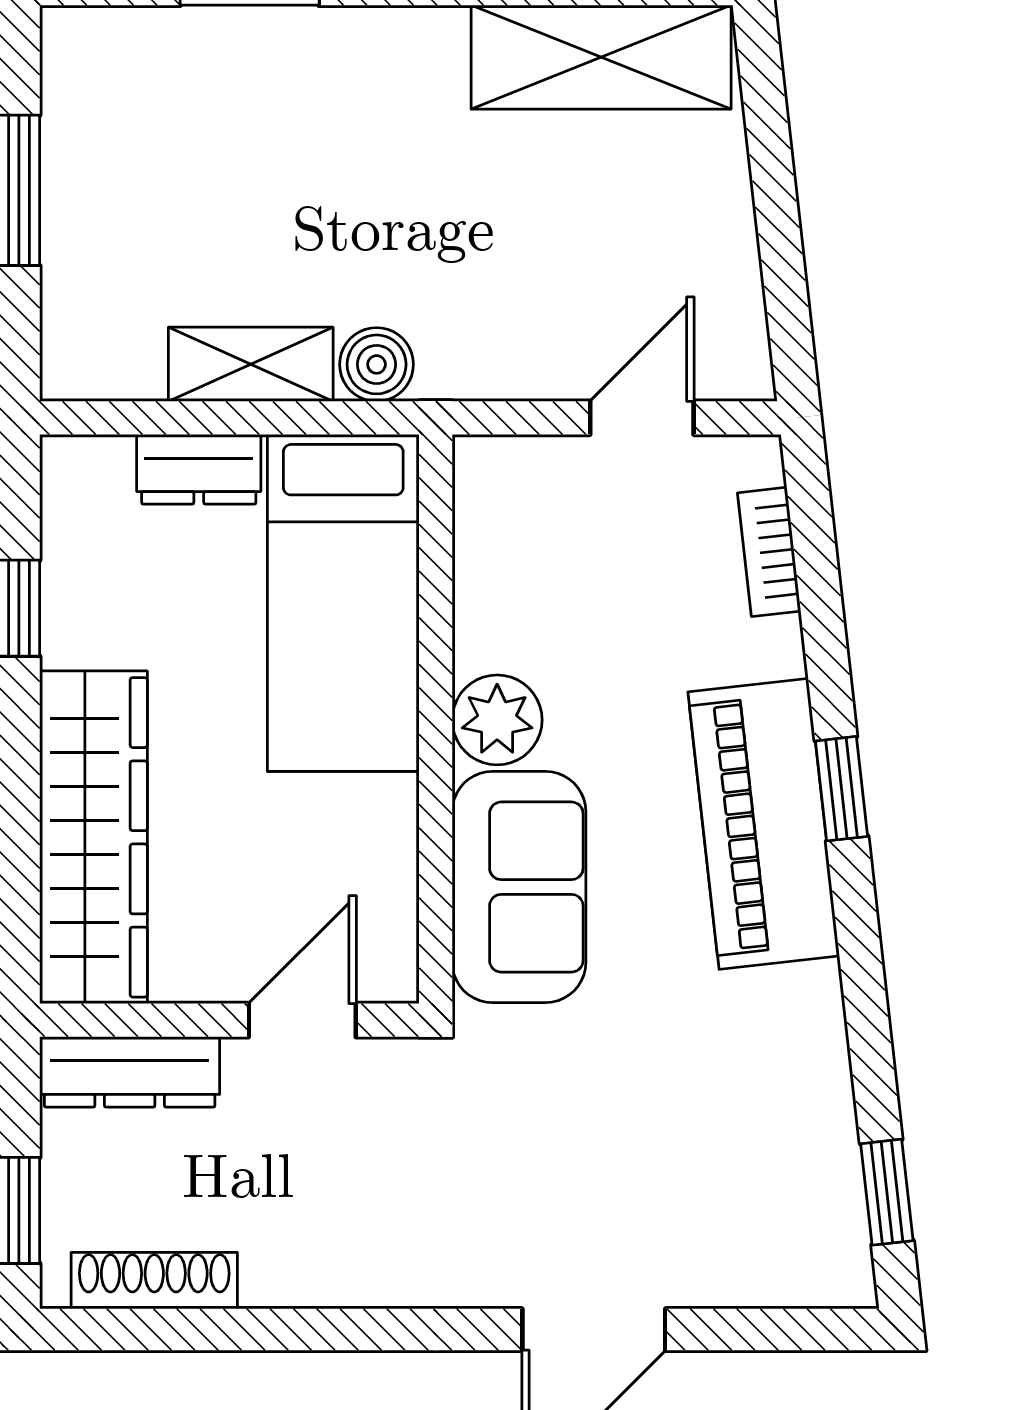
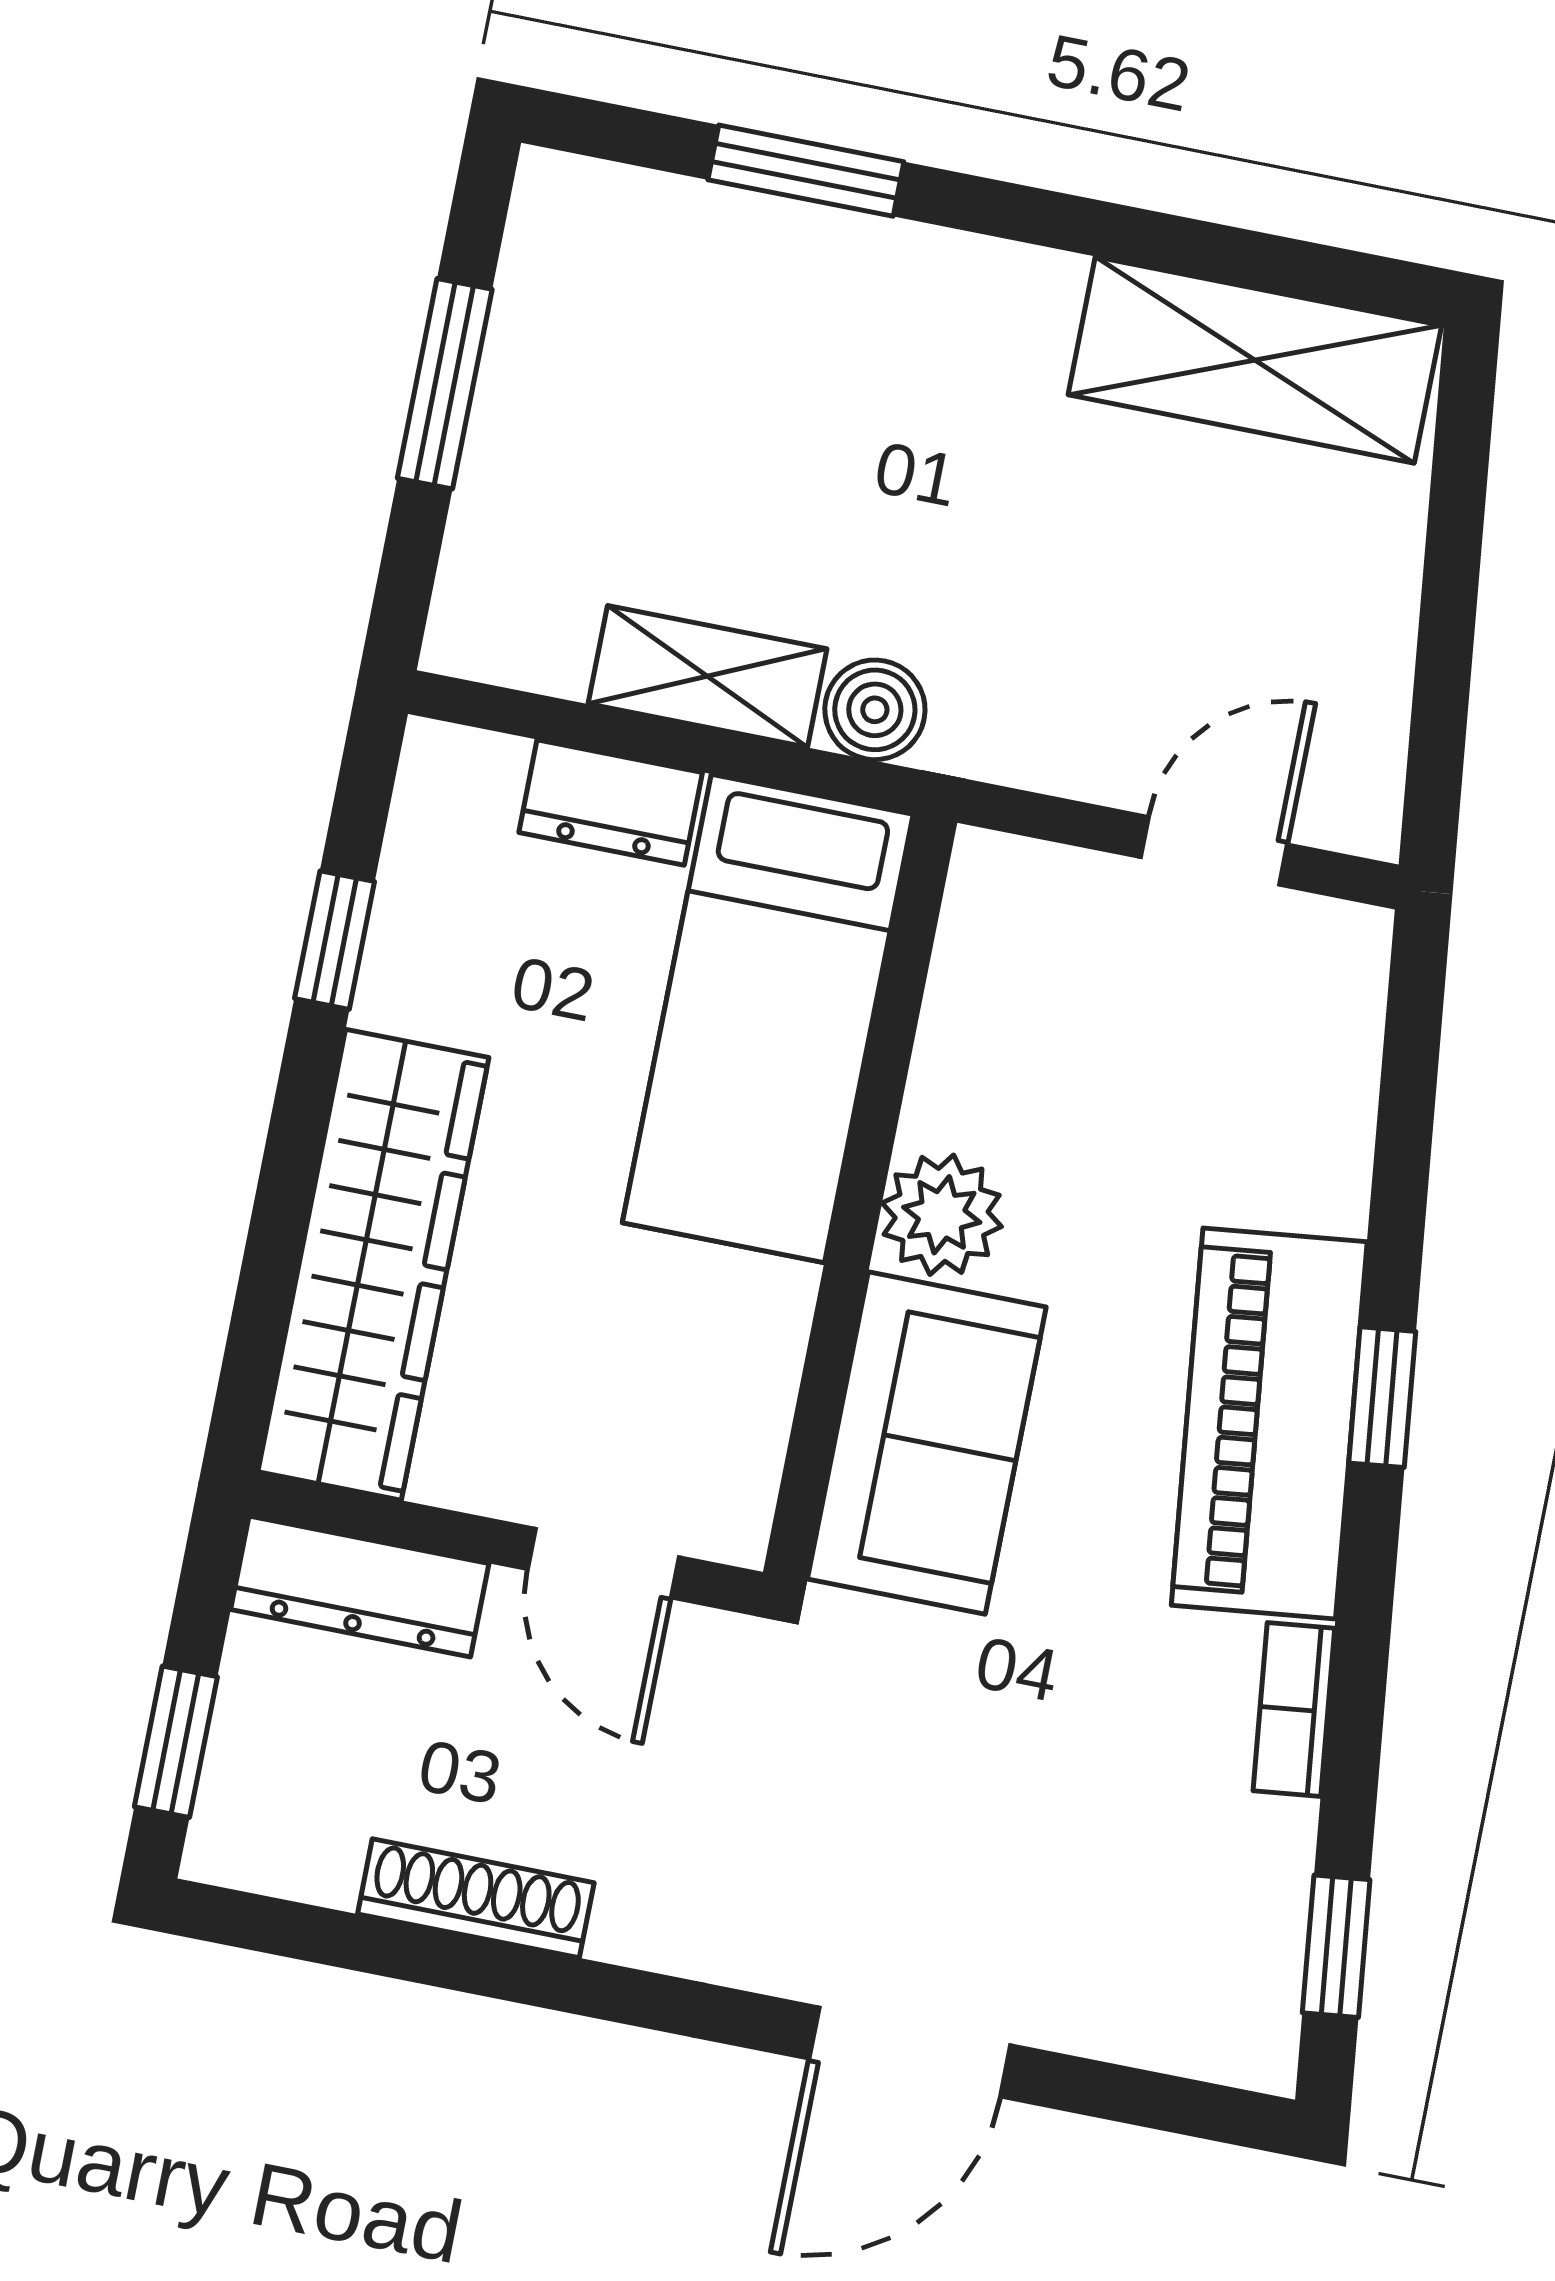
bookcase: (769, 552) -> (1294, 1710), moved
door: (302, 1020) -> (603, 1563), swing flipped
shoe rack: (154, 1281) -> (476, 1898), moved

